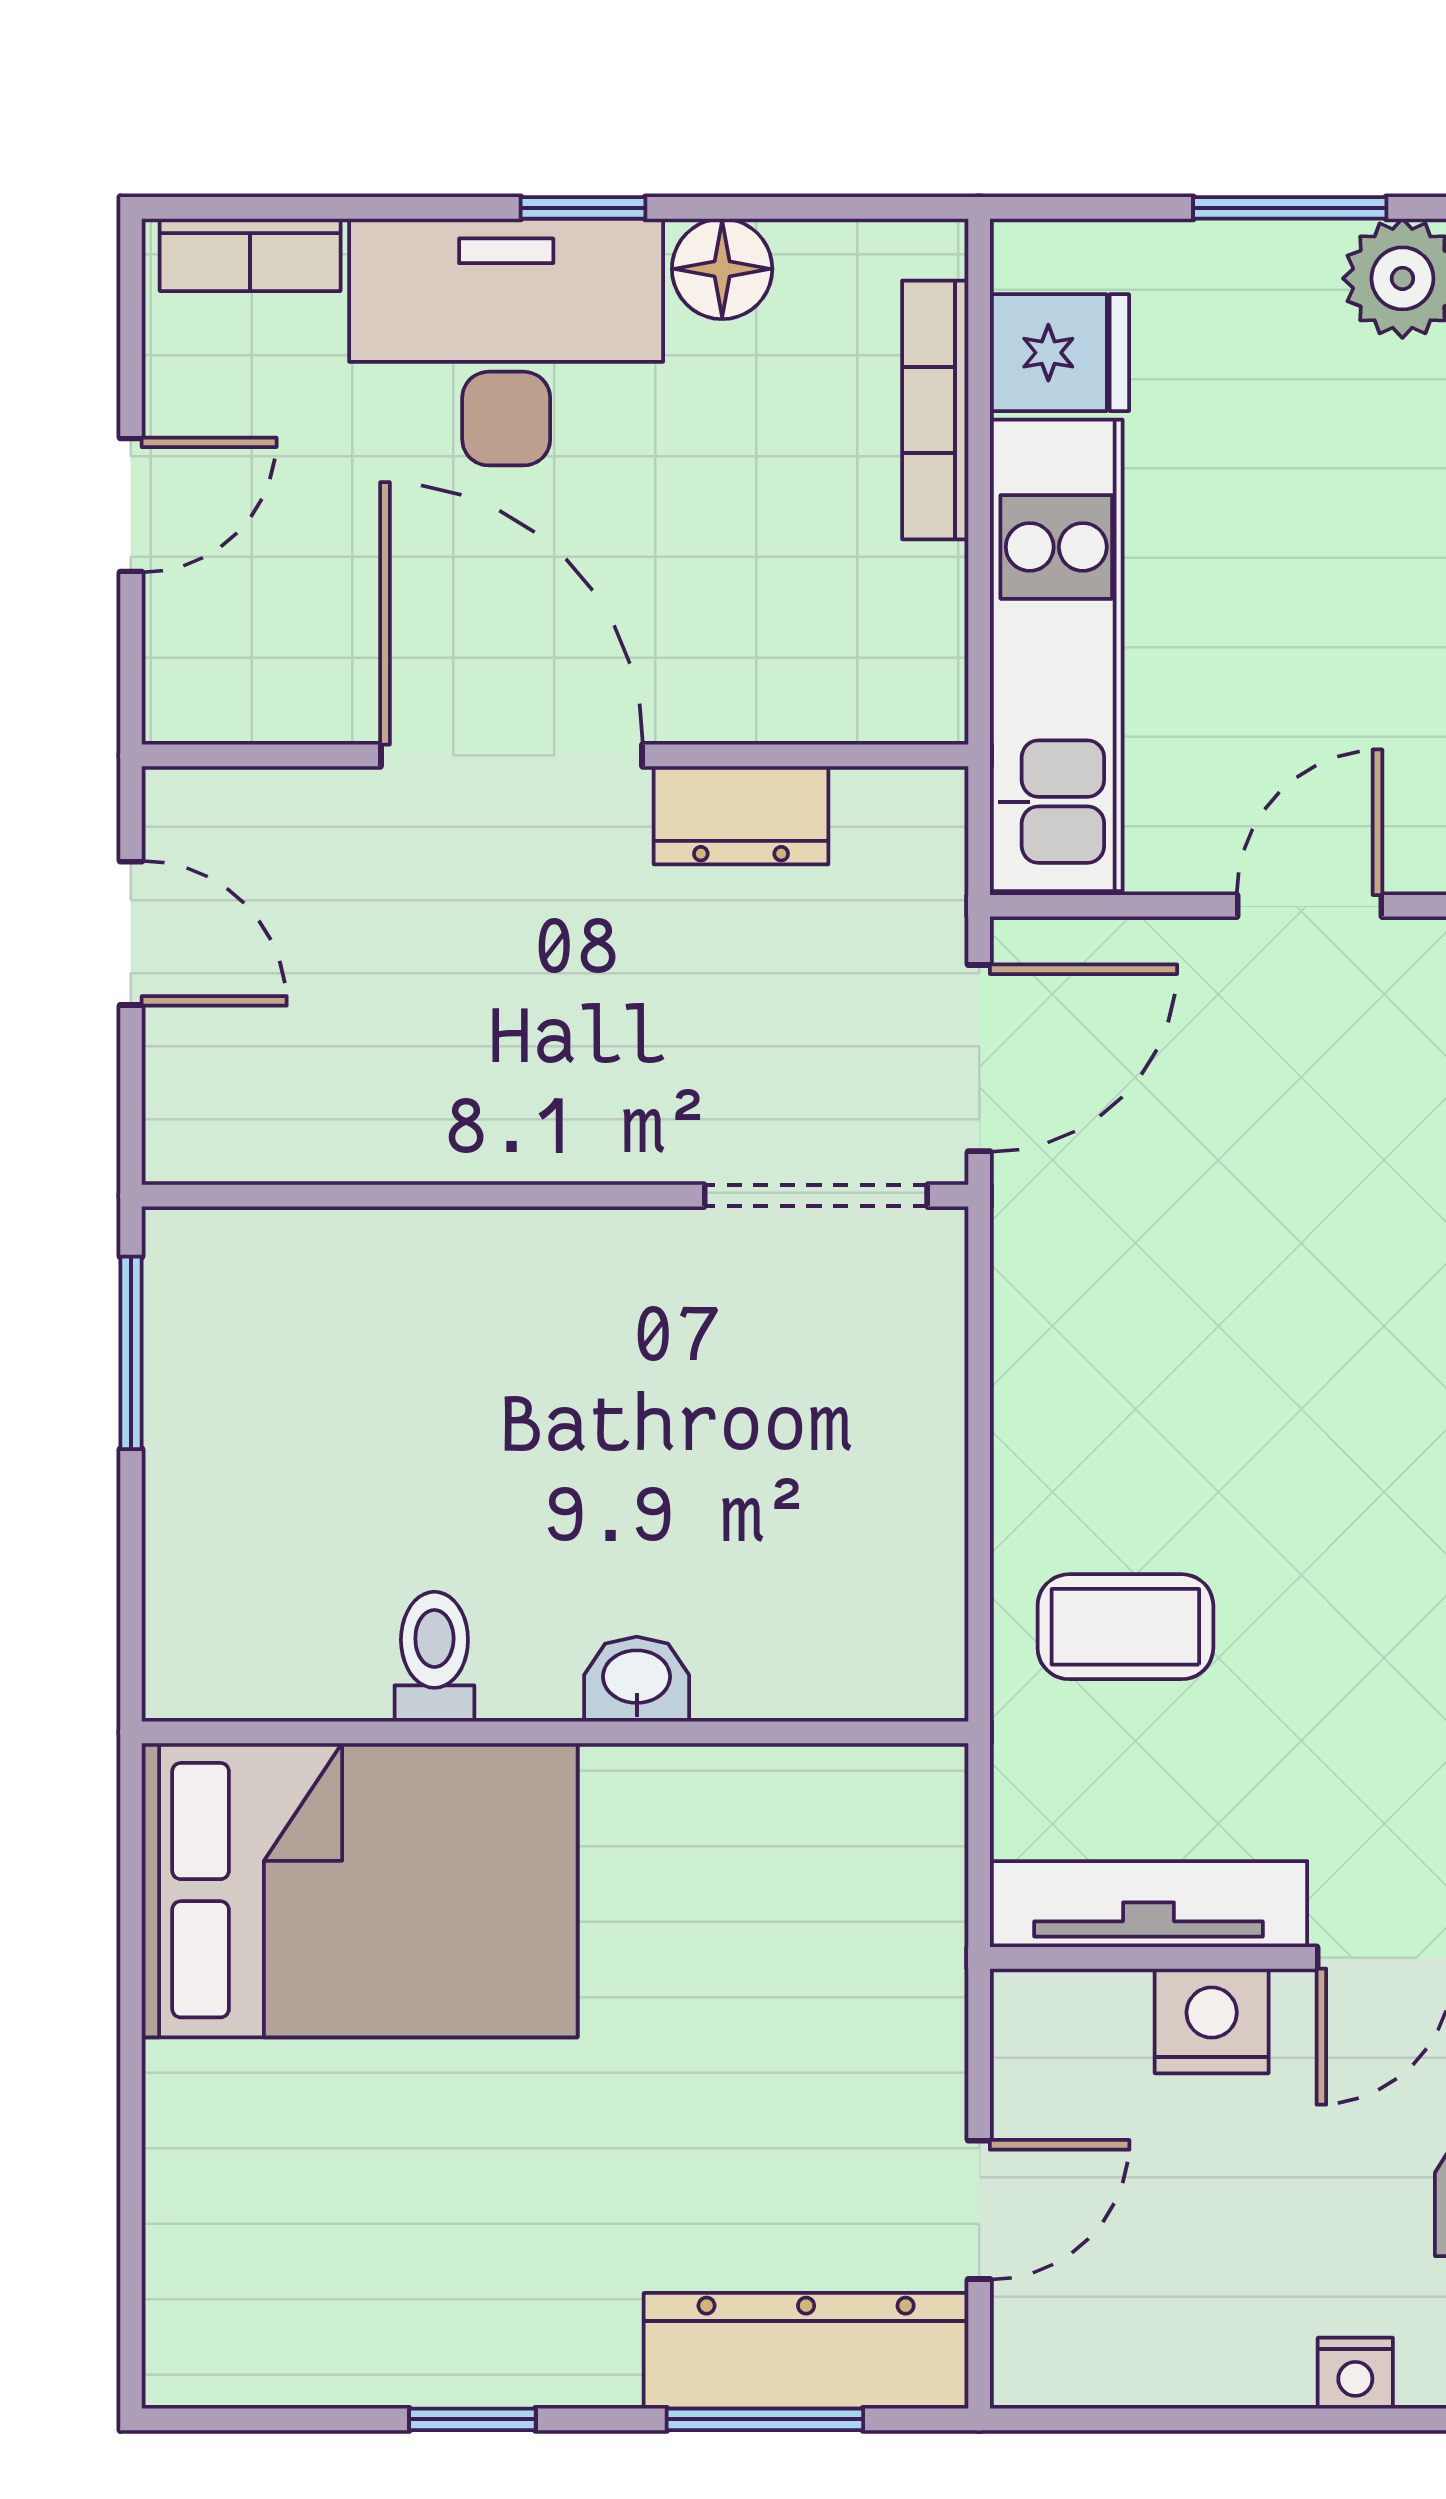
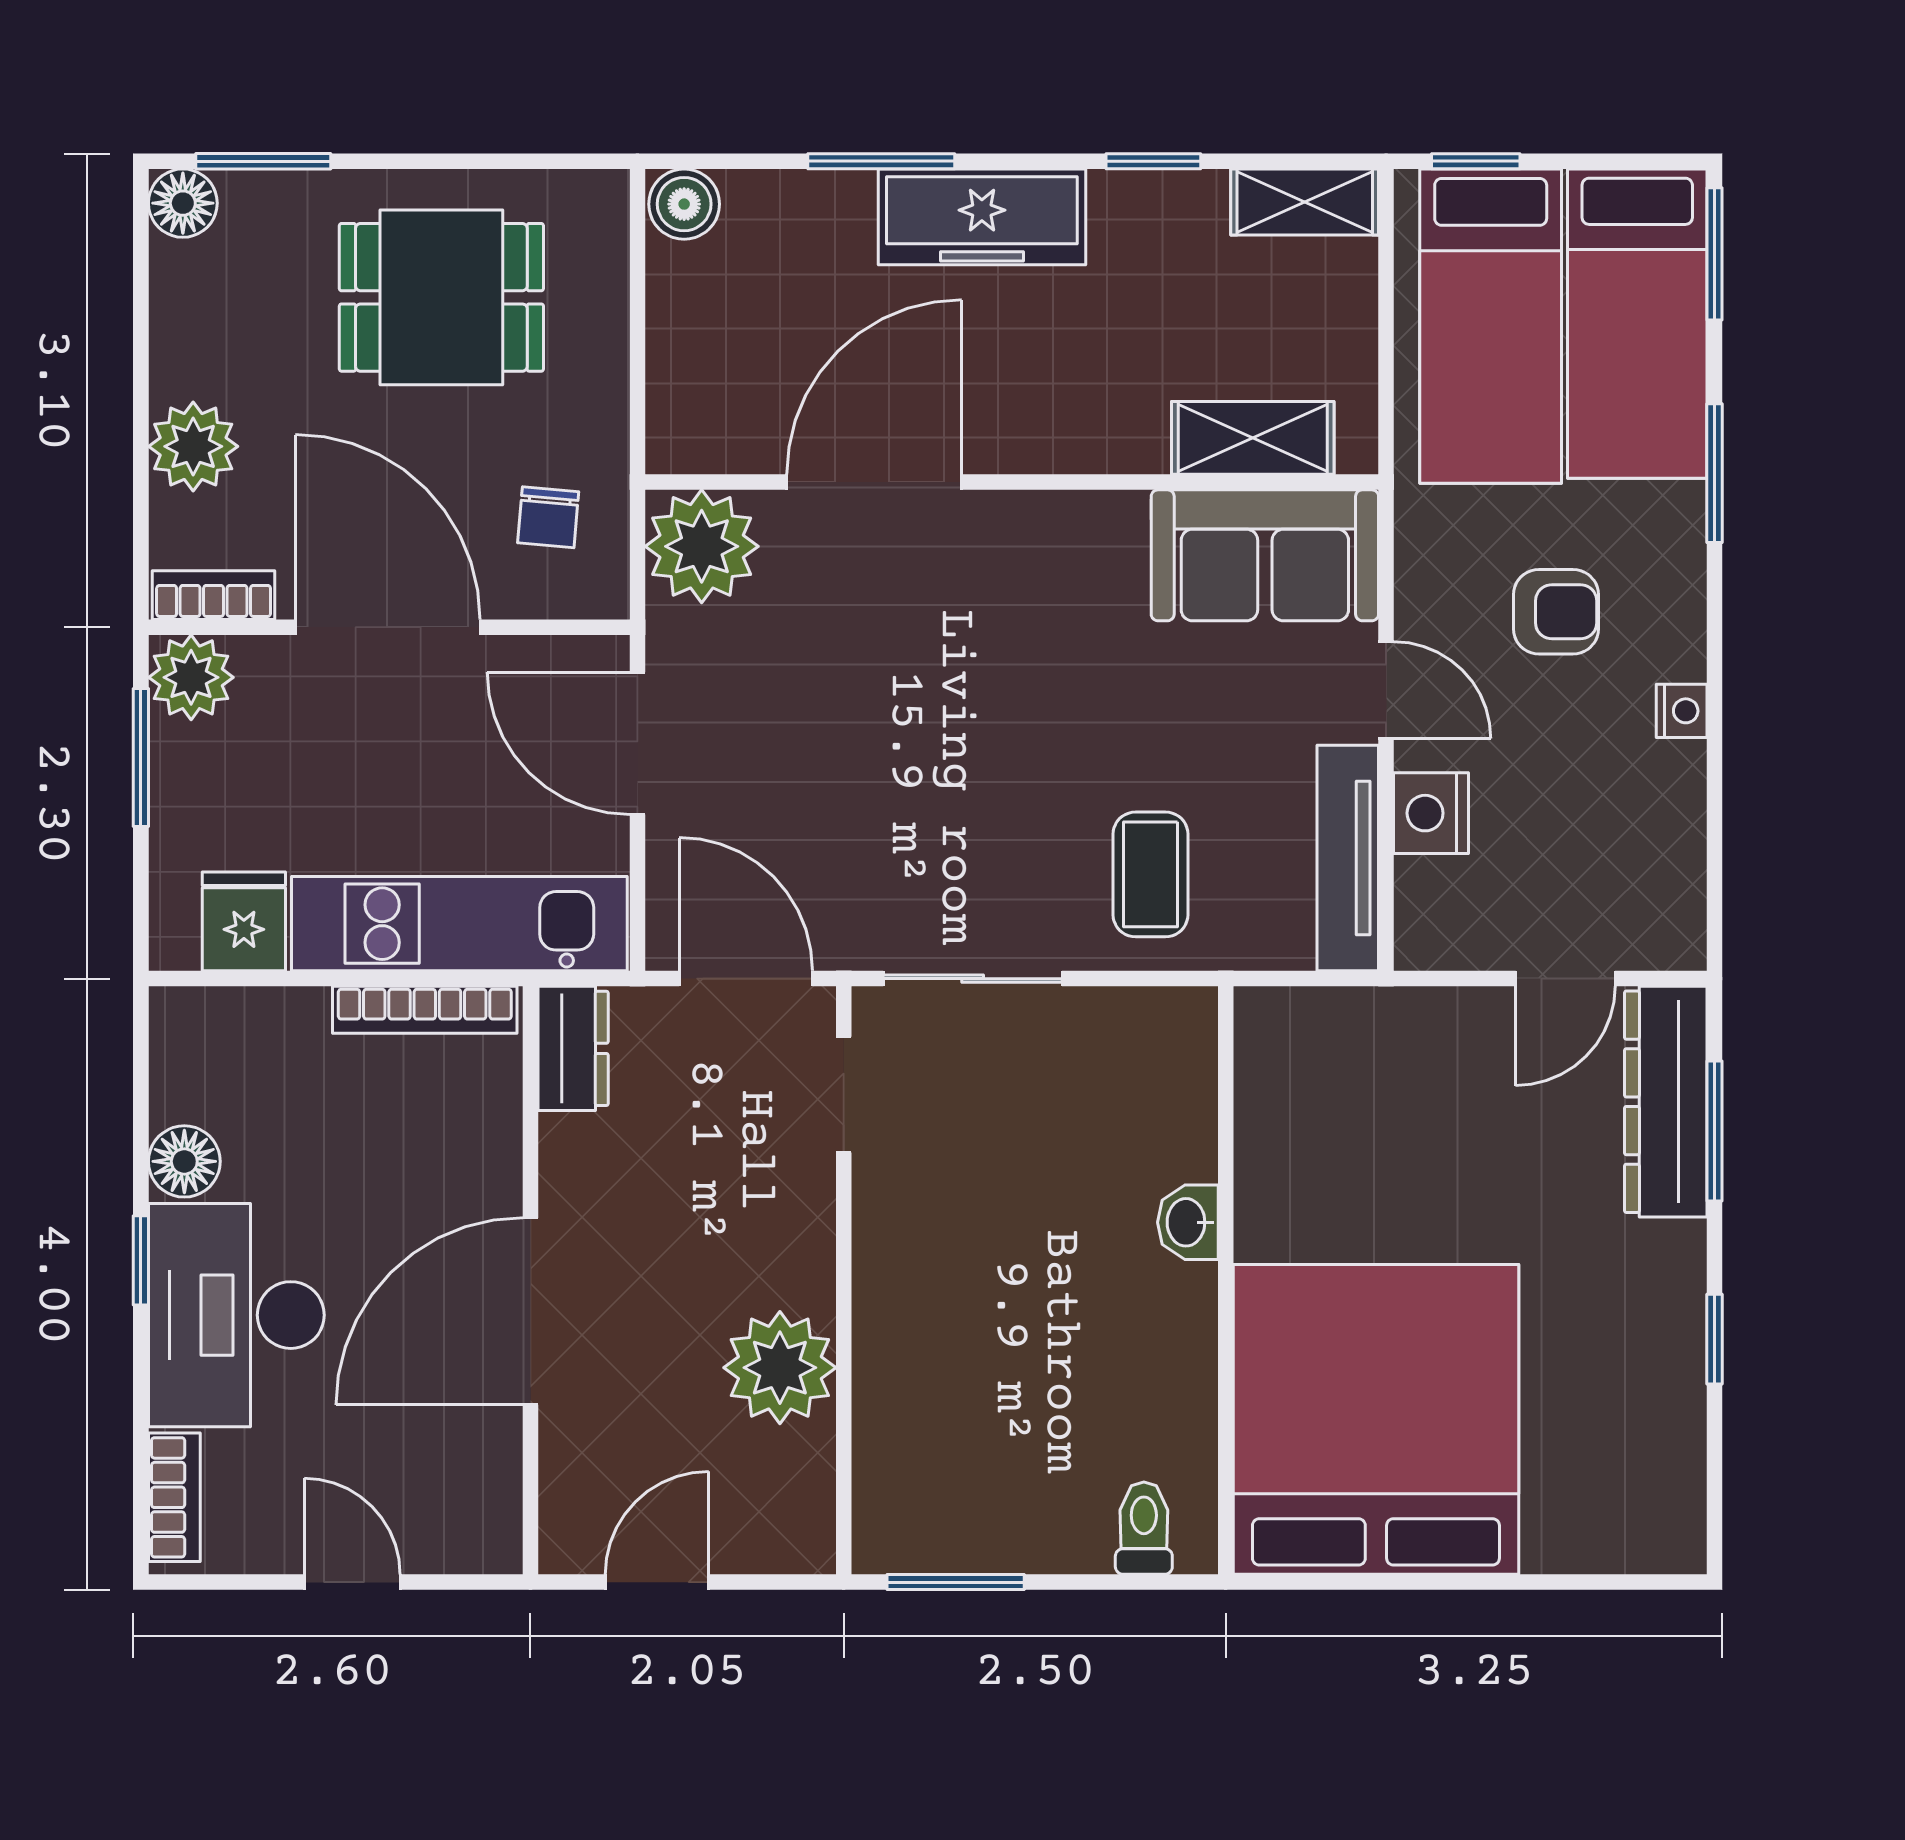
bookcase: (935, 410) -> (425, 1010), moved
dresser: (741, 815) -> (573, 1048), moved
door: (1310, 906) -> (637, 743), width x1.38
plant: (432, 1106) -> (780, 1368), added
doorway: (816, 1196) -> (844, 1095), width x0.73
sliding door: (979, 1377) -> (973, 979), added
toilet: (434, 1657) -> (1144, 1528), moved, turned 90
bed: (360, 1890) -> (1376, 1419), width x1.36
door: (979, 2210) -> (1565, 979), swing flipped

